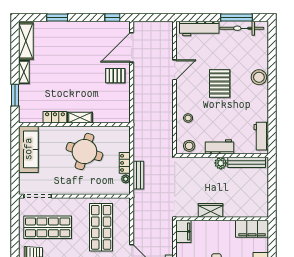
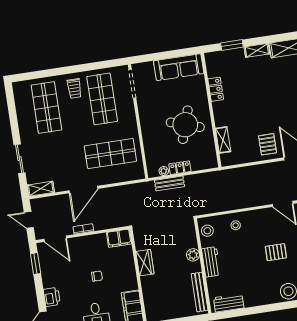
pallet: (220, 83) -> (276, 252), width x0.67, depth x0.71
shelving: (80, 118) -> (223, 140), moved
plant: (221, 163) -> (193, 255), moved

